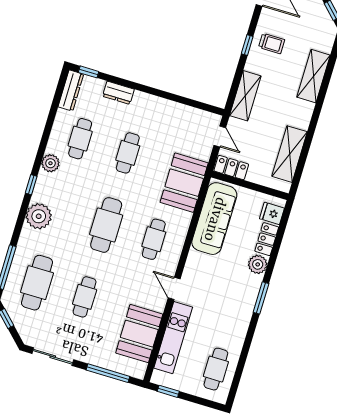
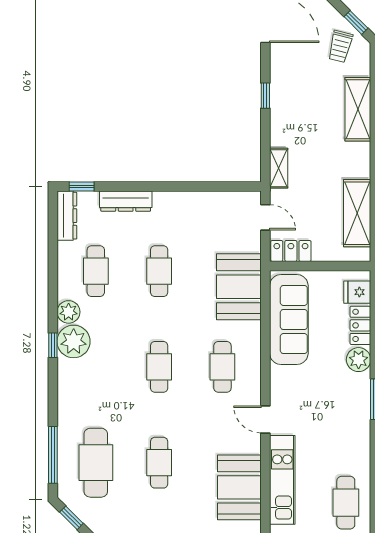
trolley: (272, 43) -> (340, 46), moved, turned 104
dresser: (118, 93) -> (126, 201), width x1.44
shelving: (245, 96) -> (279, 168), width x0.67, depth x0.75
plant: (39, 216) -> (74, 341), moved
cafe table: (106, 225) -> (159, 367), width x0.73, depth x0.74

